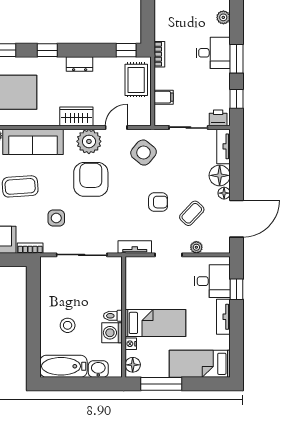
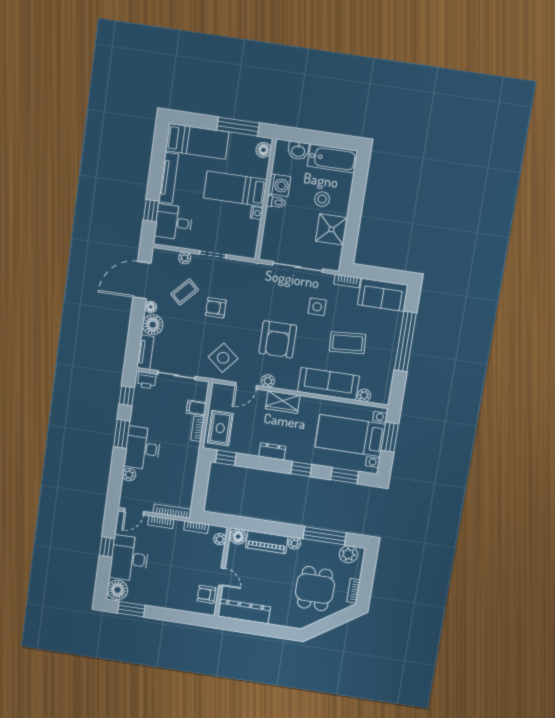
desk: (213, 53) -> (143, 448), width x1.37
bookcase: (159, 54) -> (197, 429), moved
plant: (89, 141) -> (268, 381), width x0.53, depth x0.53
tv unit: (135, 247) -> (245, 267), removed
shower: (54, 297) -> (331, 229), added
tv unit: (223, 317) -> (169, 178), width x1.41
nightstand: (131, 344) -> (256, 213), moved

